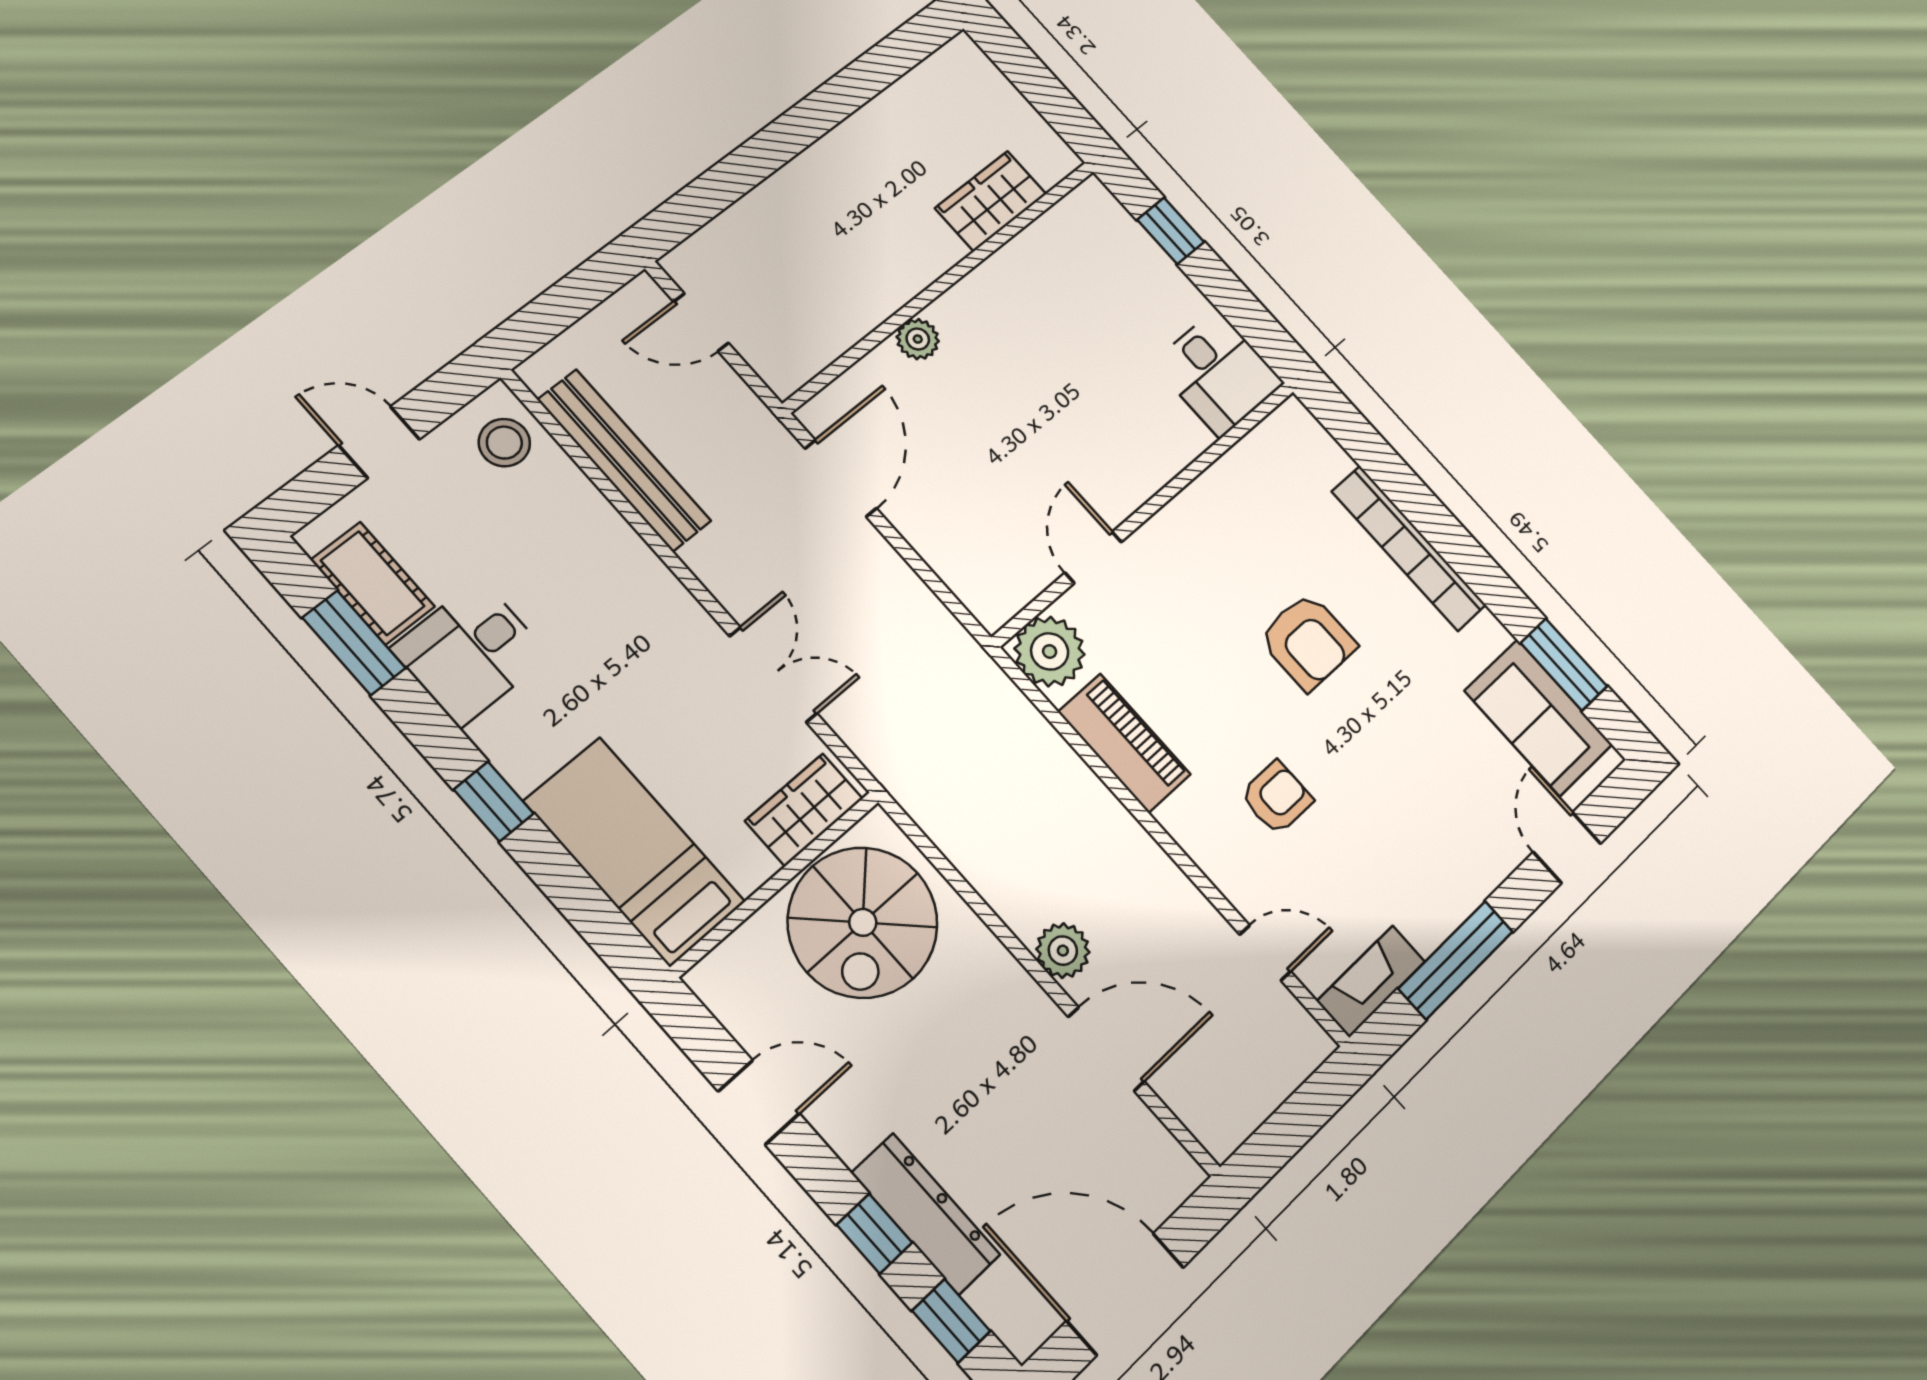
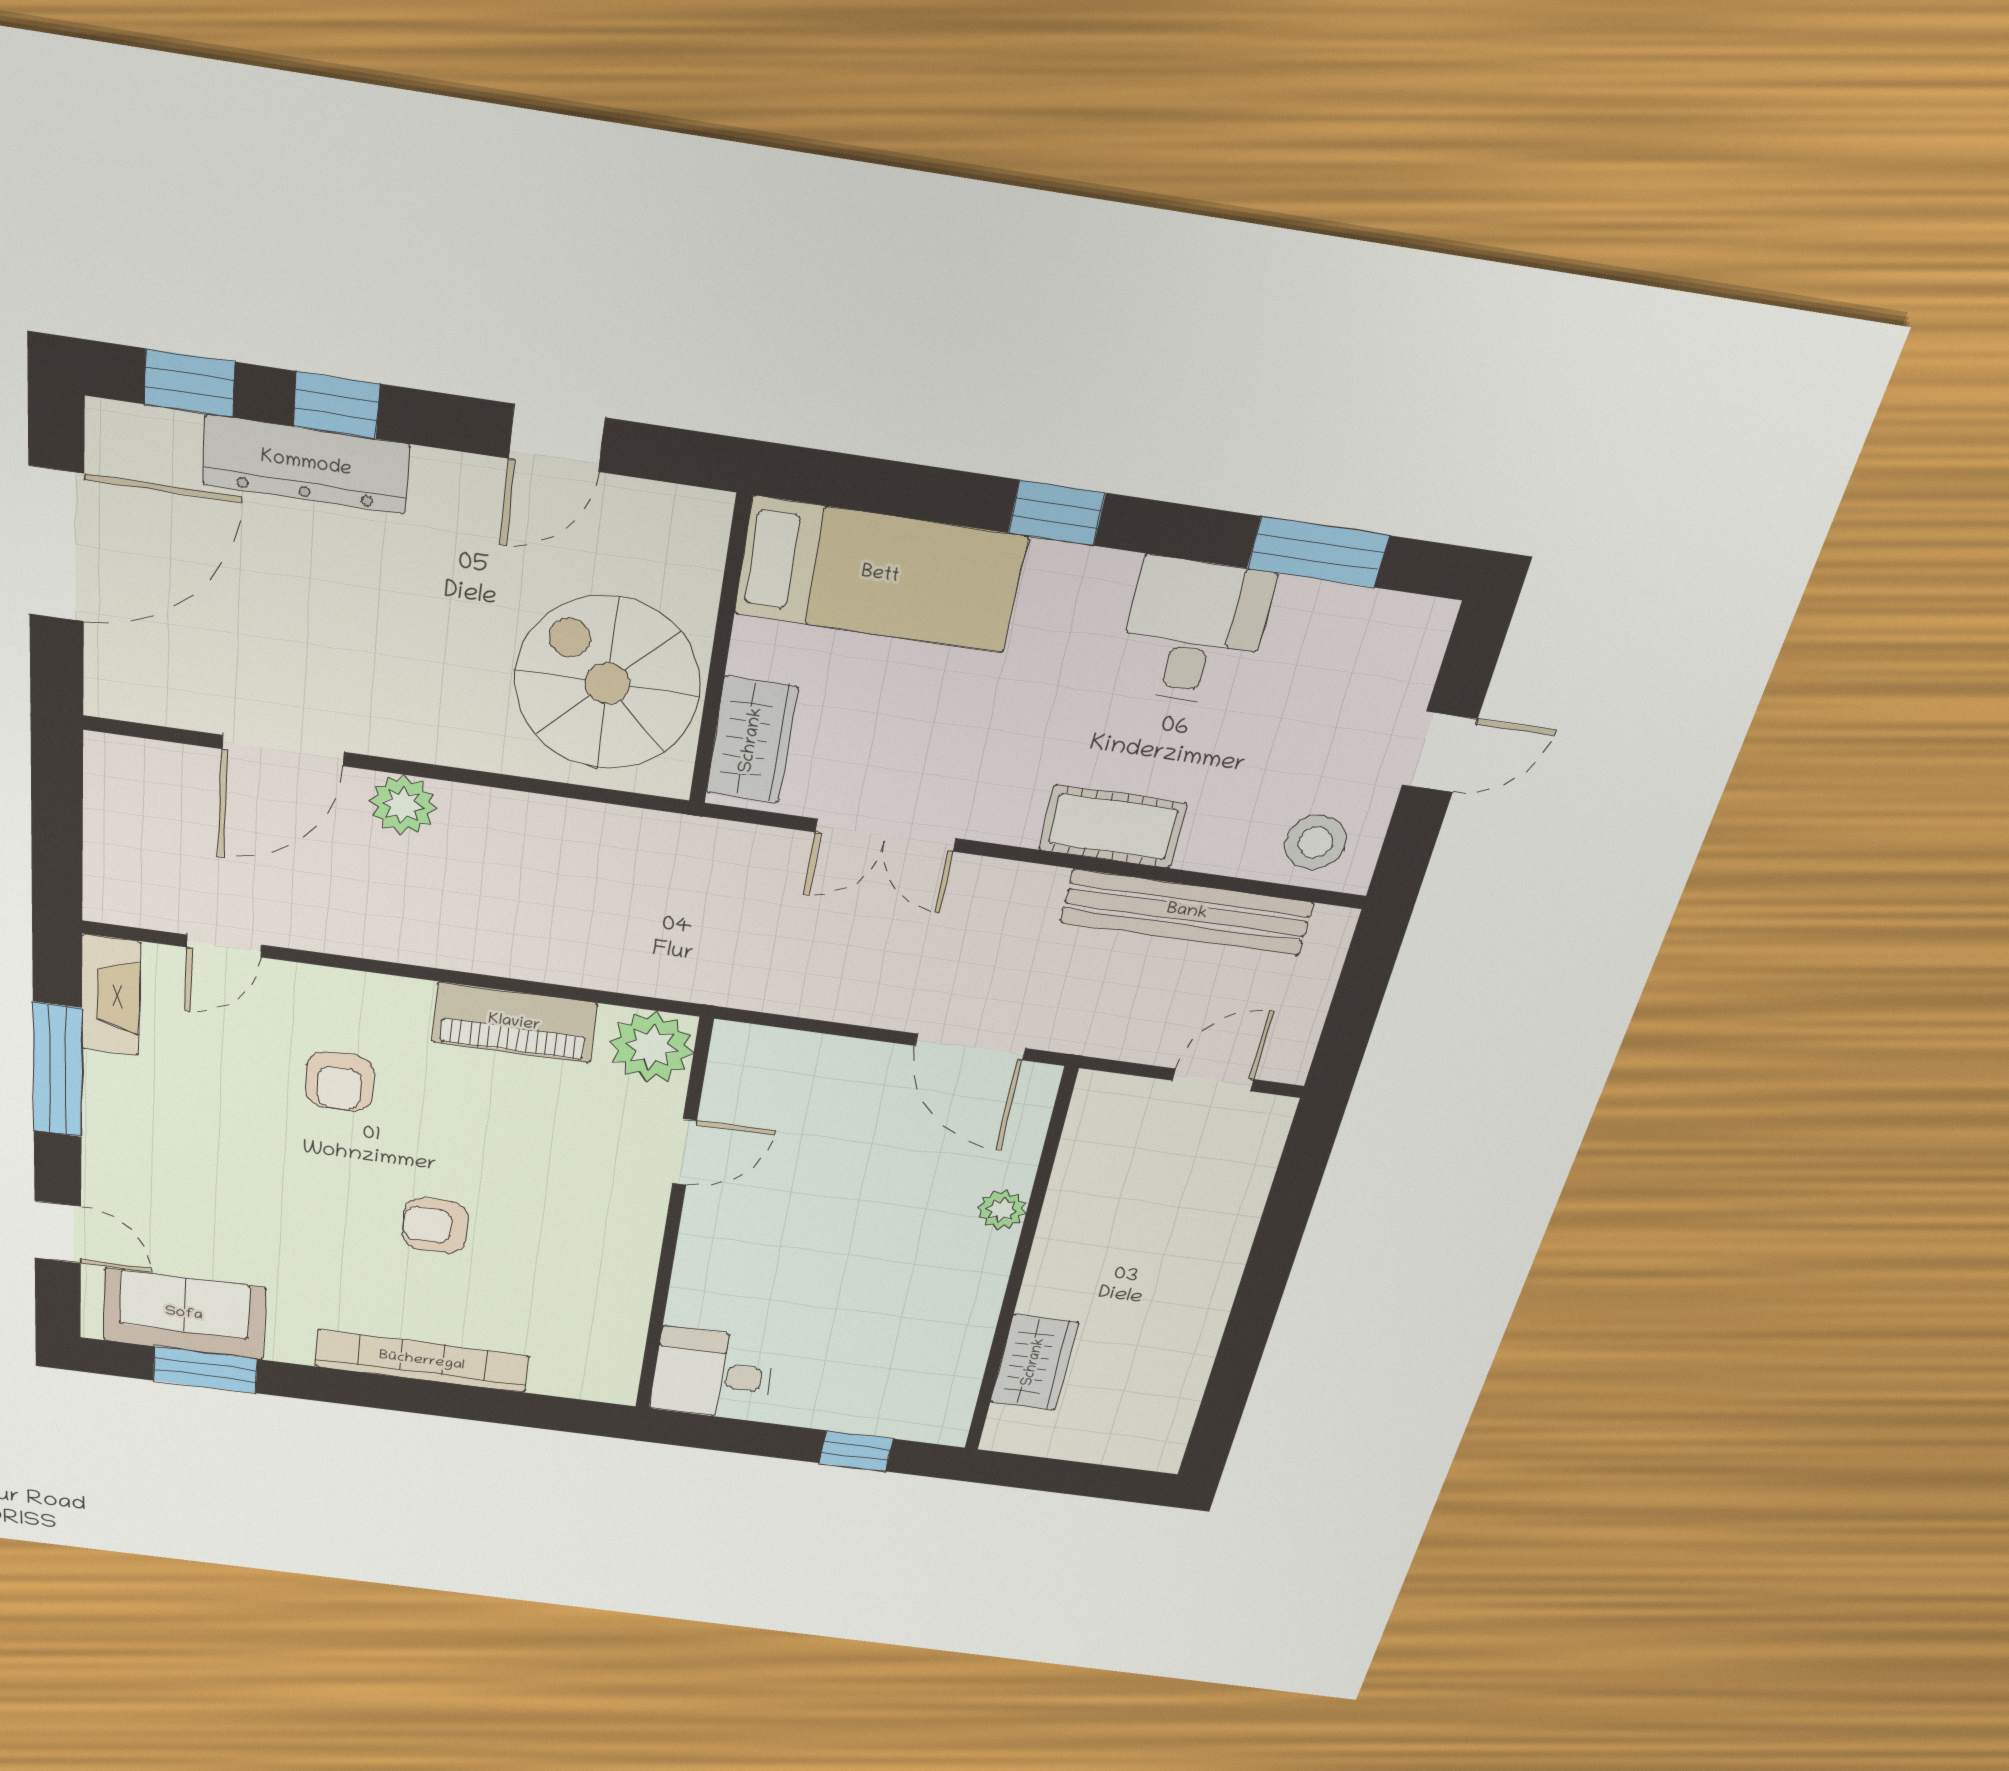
door: (1093, 557) -> (685, 1152), hinge flipped
cot: (373, 583) -> (1113, 826), moved
armchair: (1308, 641) -> (435, 1226), width x0.72, depth x0.72

